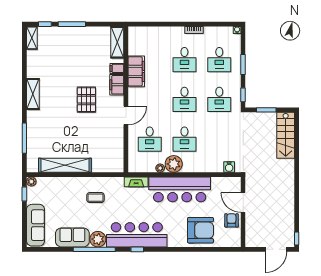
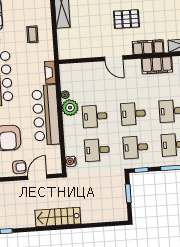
stairs: (286, 135) -> (58, 217), moved
desk: (150, 139) -> (97, 150), moved

